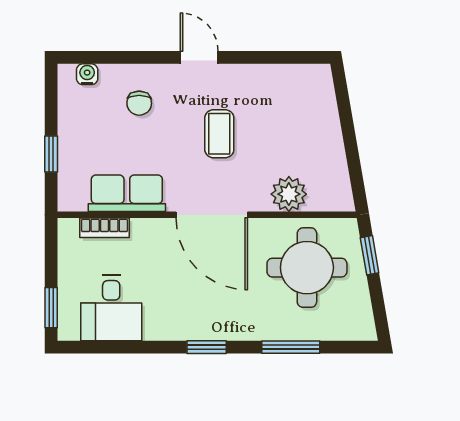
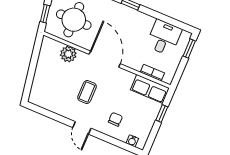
row of seats: (127, 193) -> (150, 89), moved

